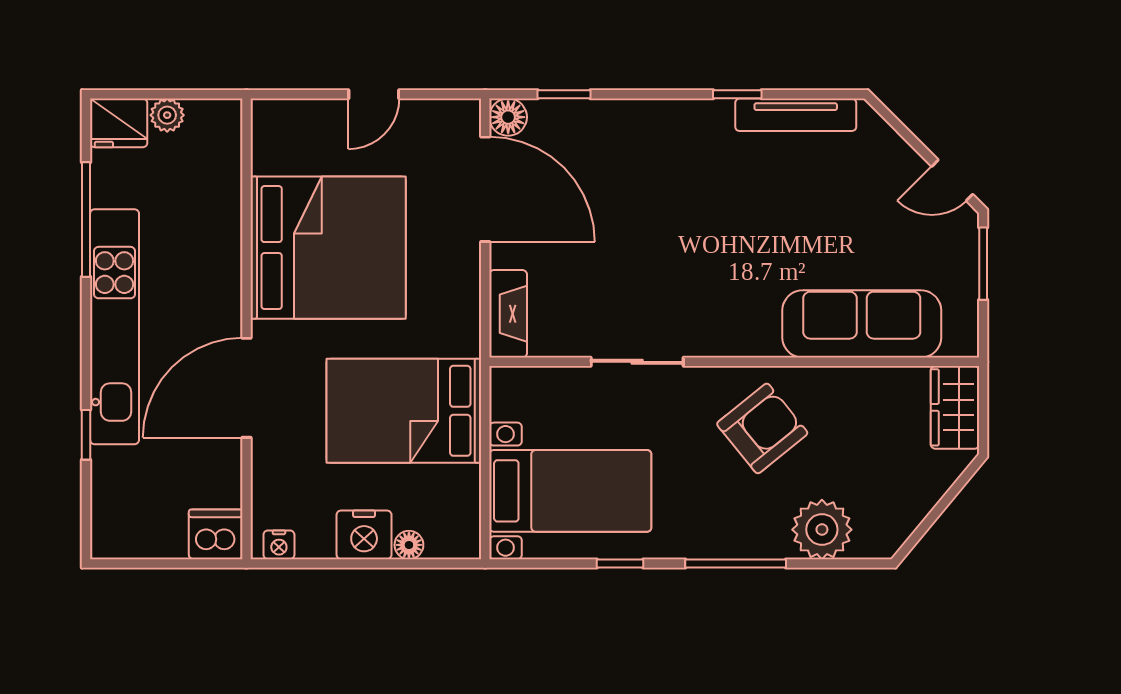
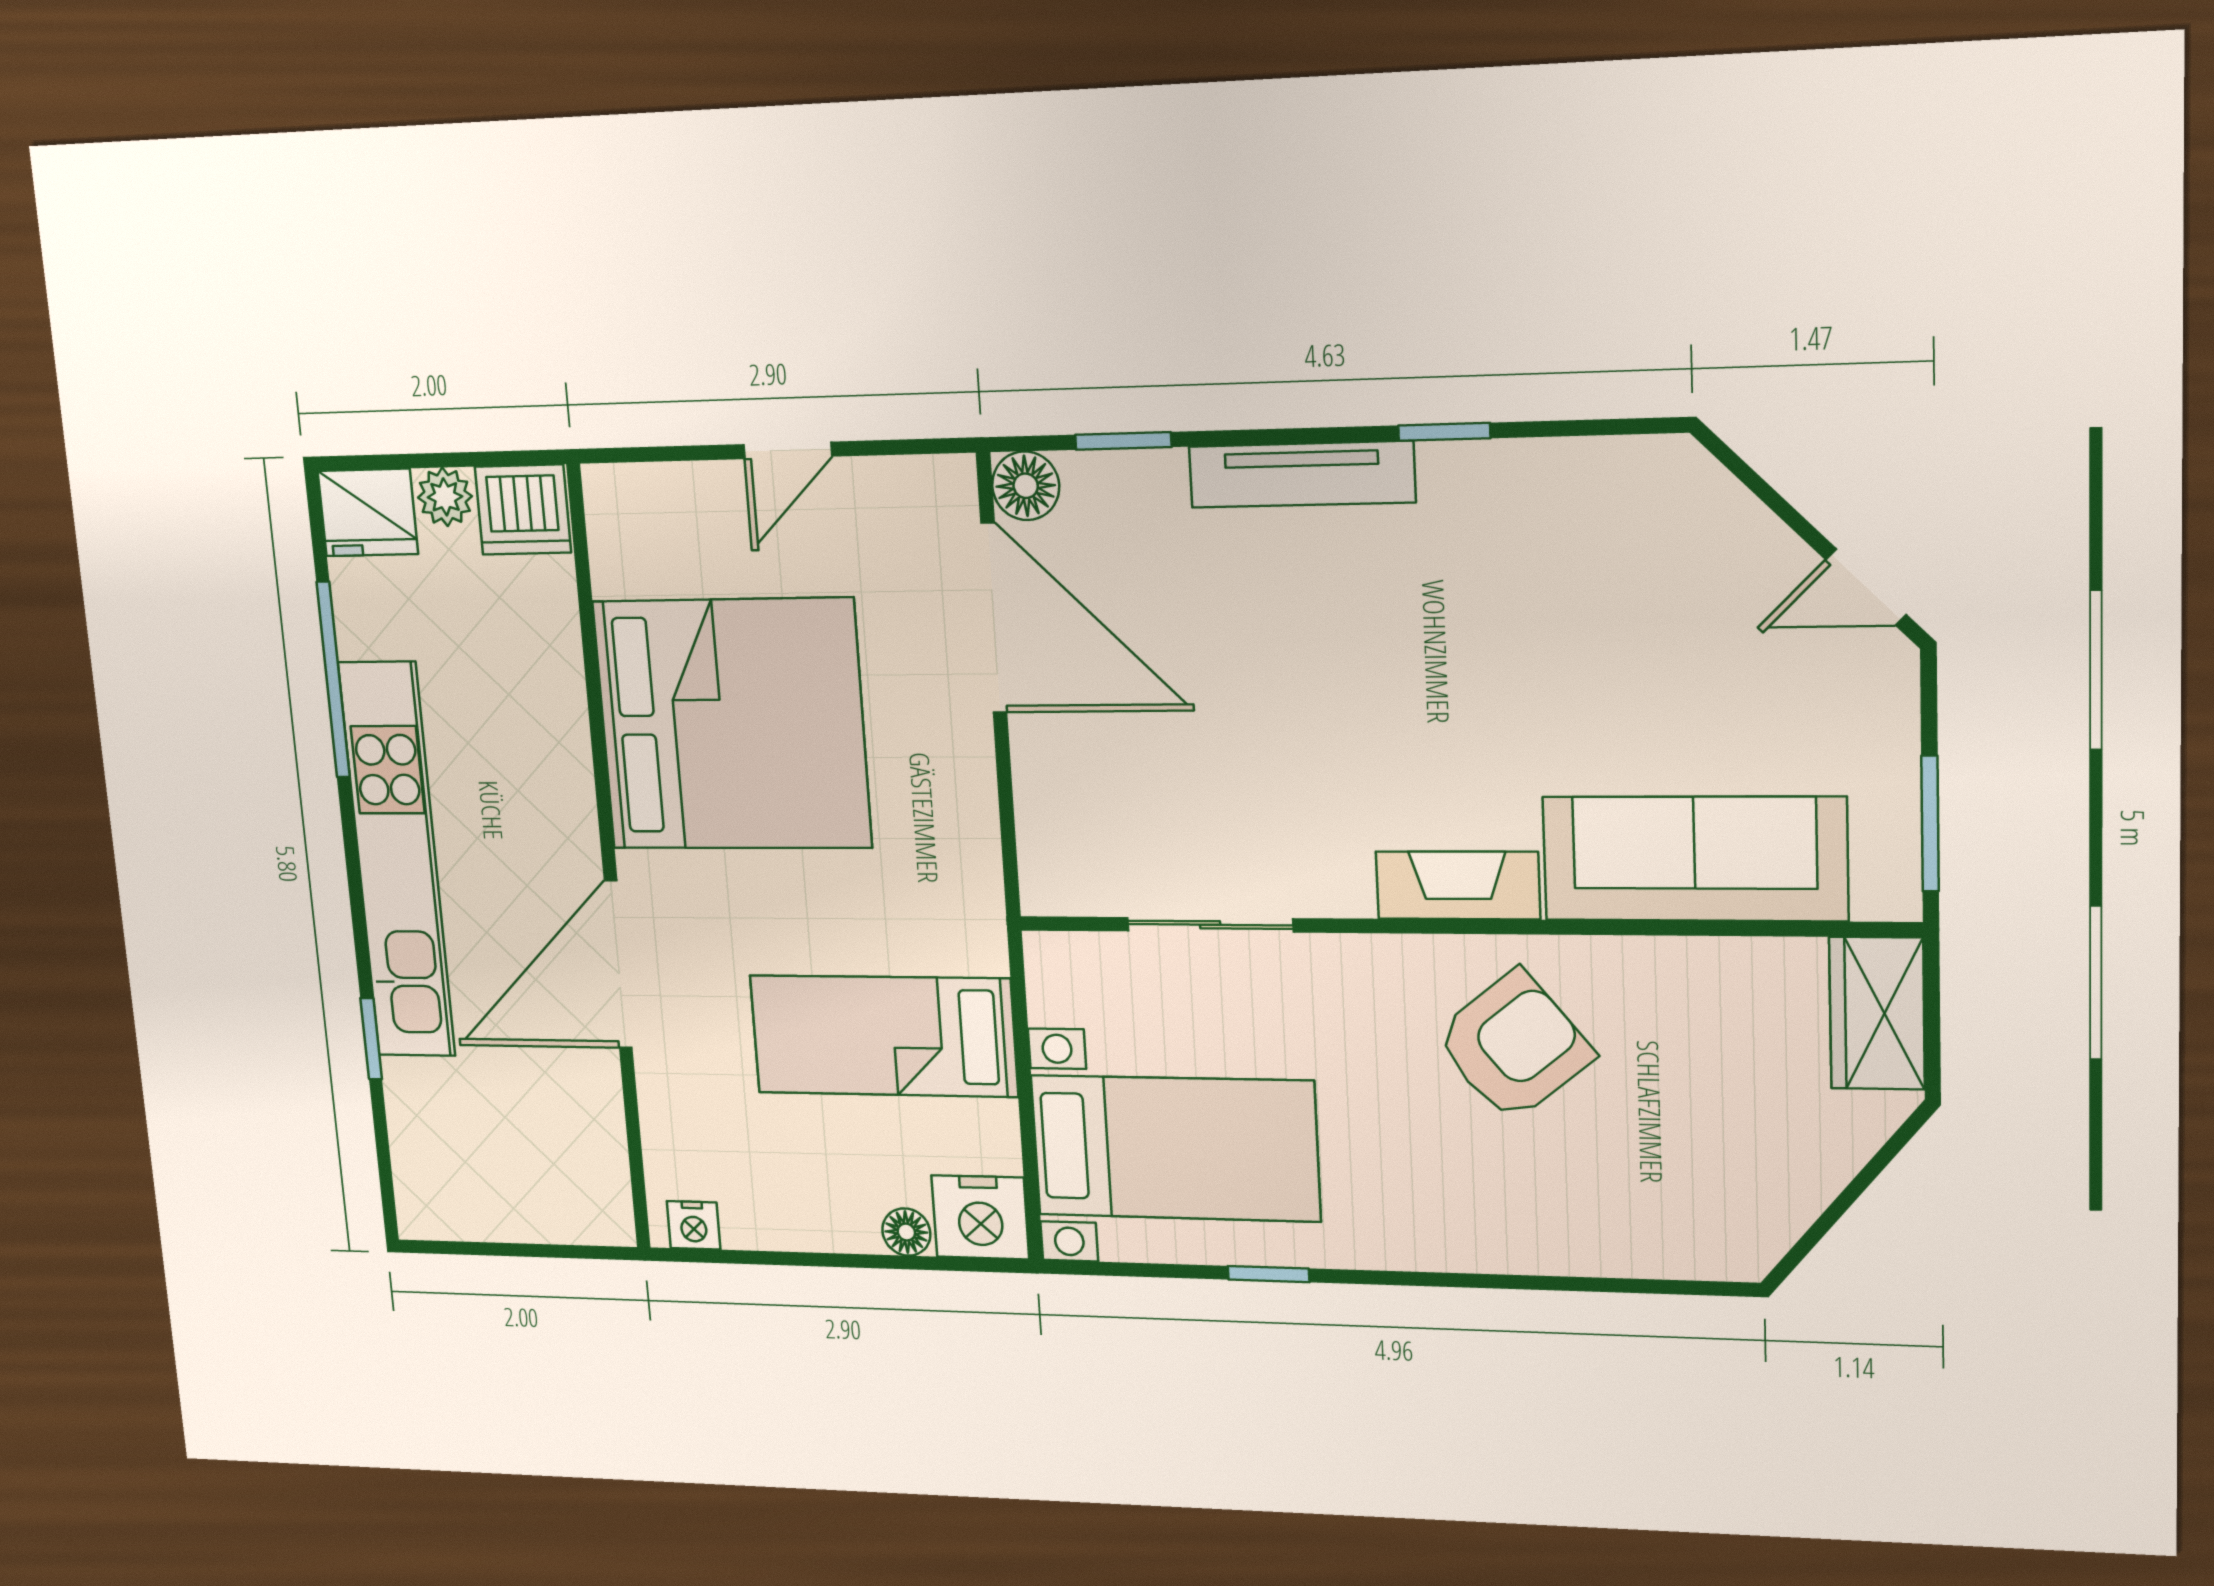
tv unit: (796, 115) -> (1302, 474), moved
window: (983, 264) -> (1930, 824), moved
fireplace: (508, 314) -> (1458, 885), moved, turned -90
sliding door: (637, 362) -> (1210, 925), moved
bed: (404, 411) -> (883, 1036), width x0.67
plant: (822, 530) -> (1630, 1227), removed
dishwasher: (216, 534) -> (523, 510), moved, turned 180
nightstand: (364, 535) -> (980, 1217), moved
window: (736, 563) -> (1474, 1281), removed

